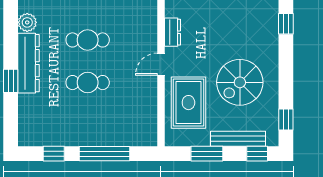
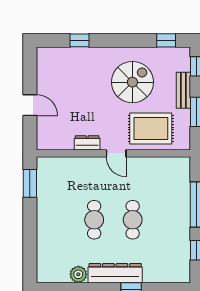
spiral stairs: (240, 82) -> (132, 82), turned -90
bench: (238, 139) -> (183, 90), width x0.73

